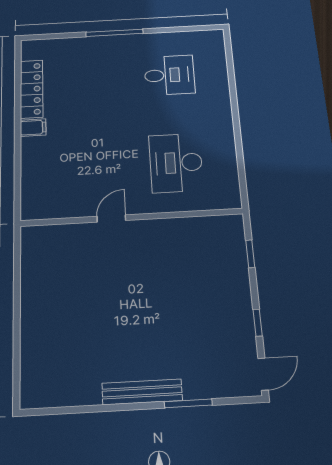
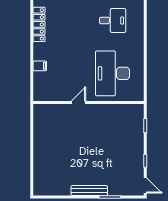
filing cabinet: (33, 128) -> (40, 66), moved
desk: (176, 163) -> (113, 73), width x1.36, depth x1.30
door: (263, 374) -> (145, 185), hinge flipped

